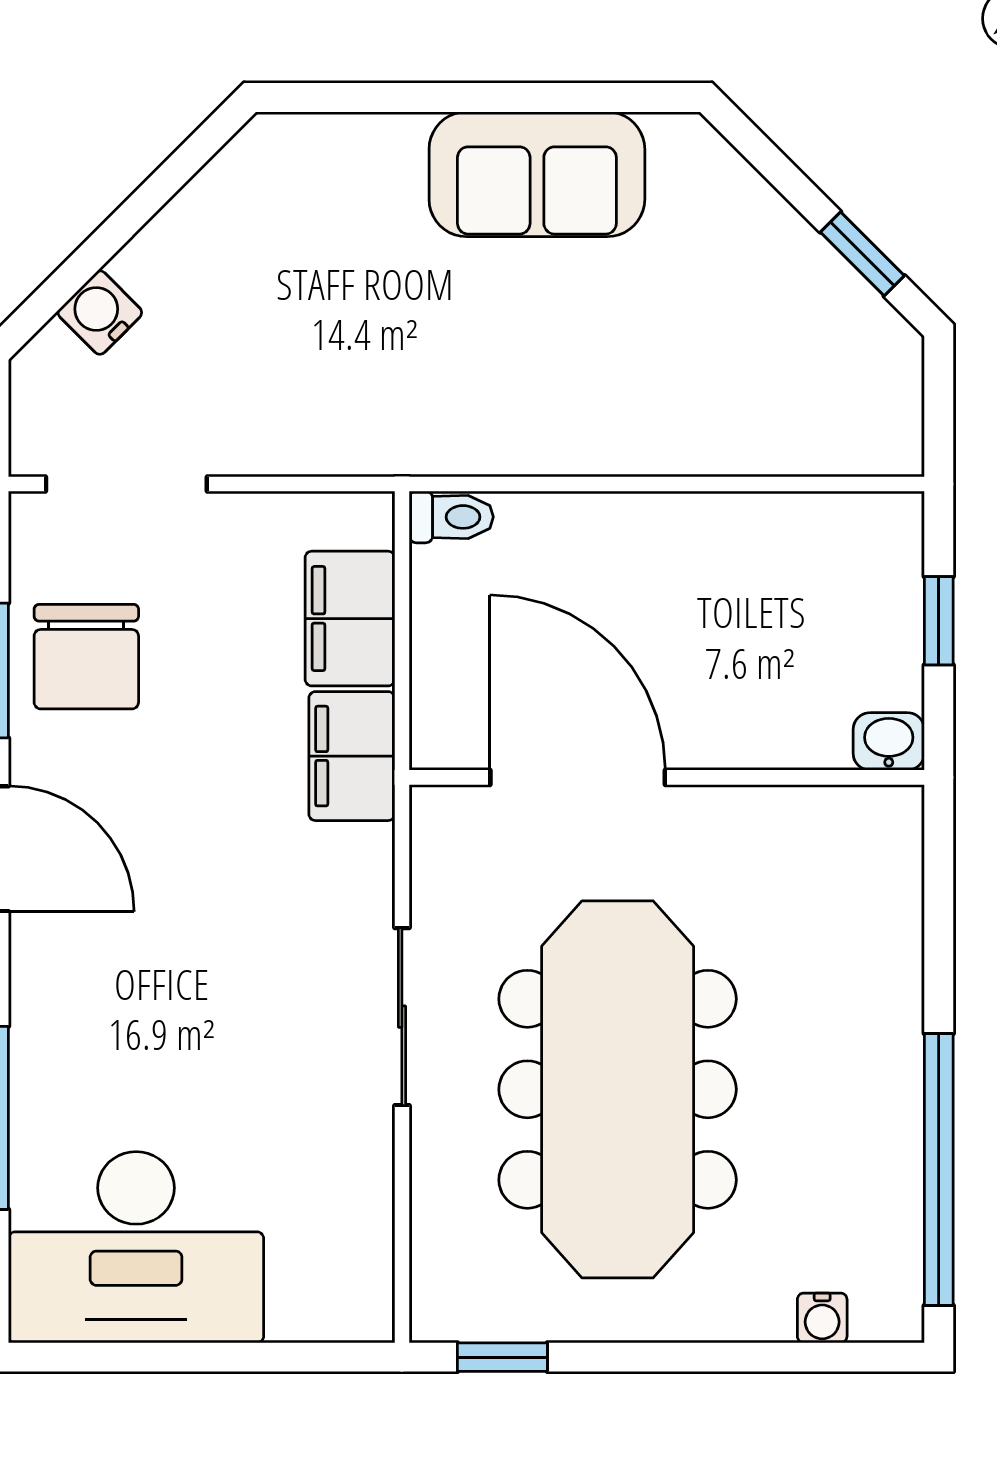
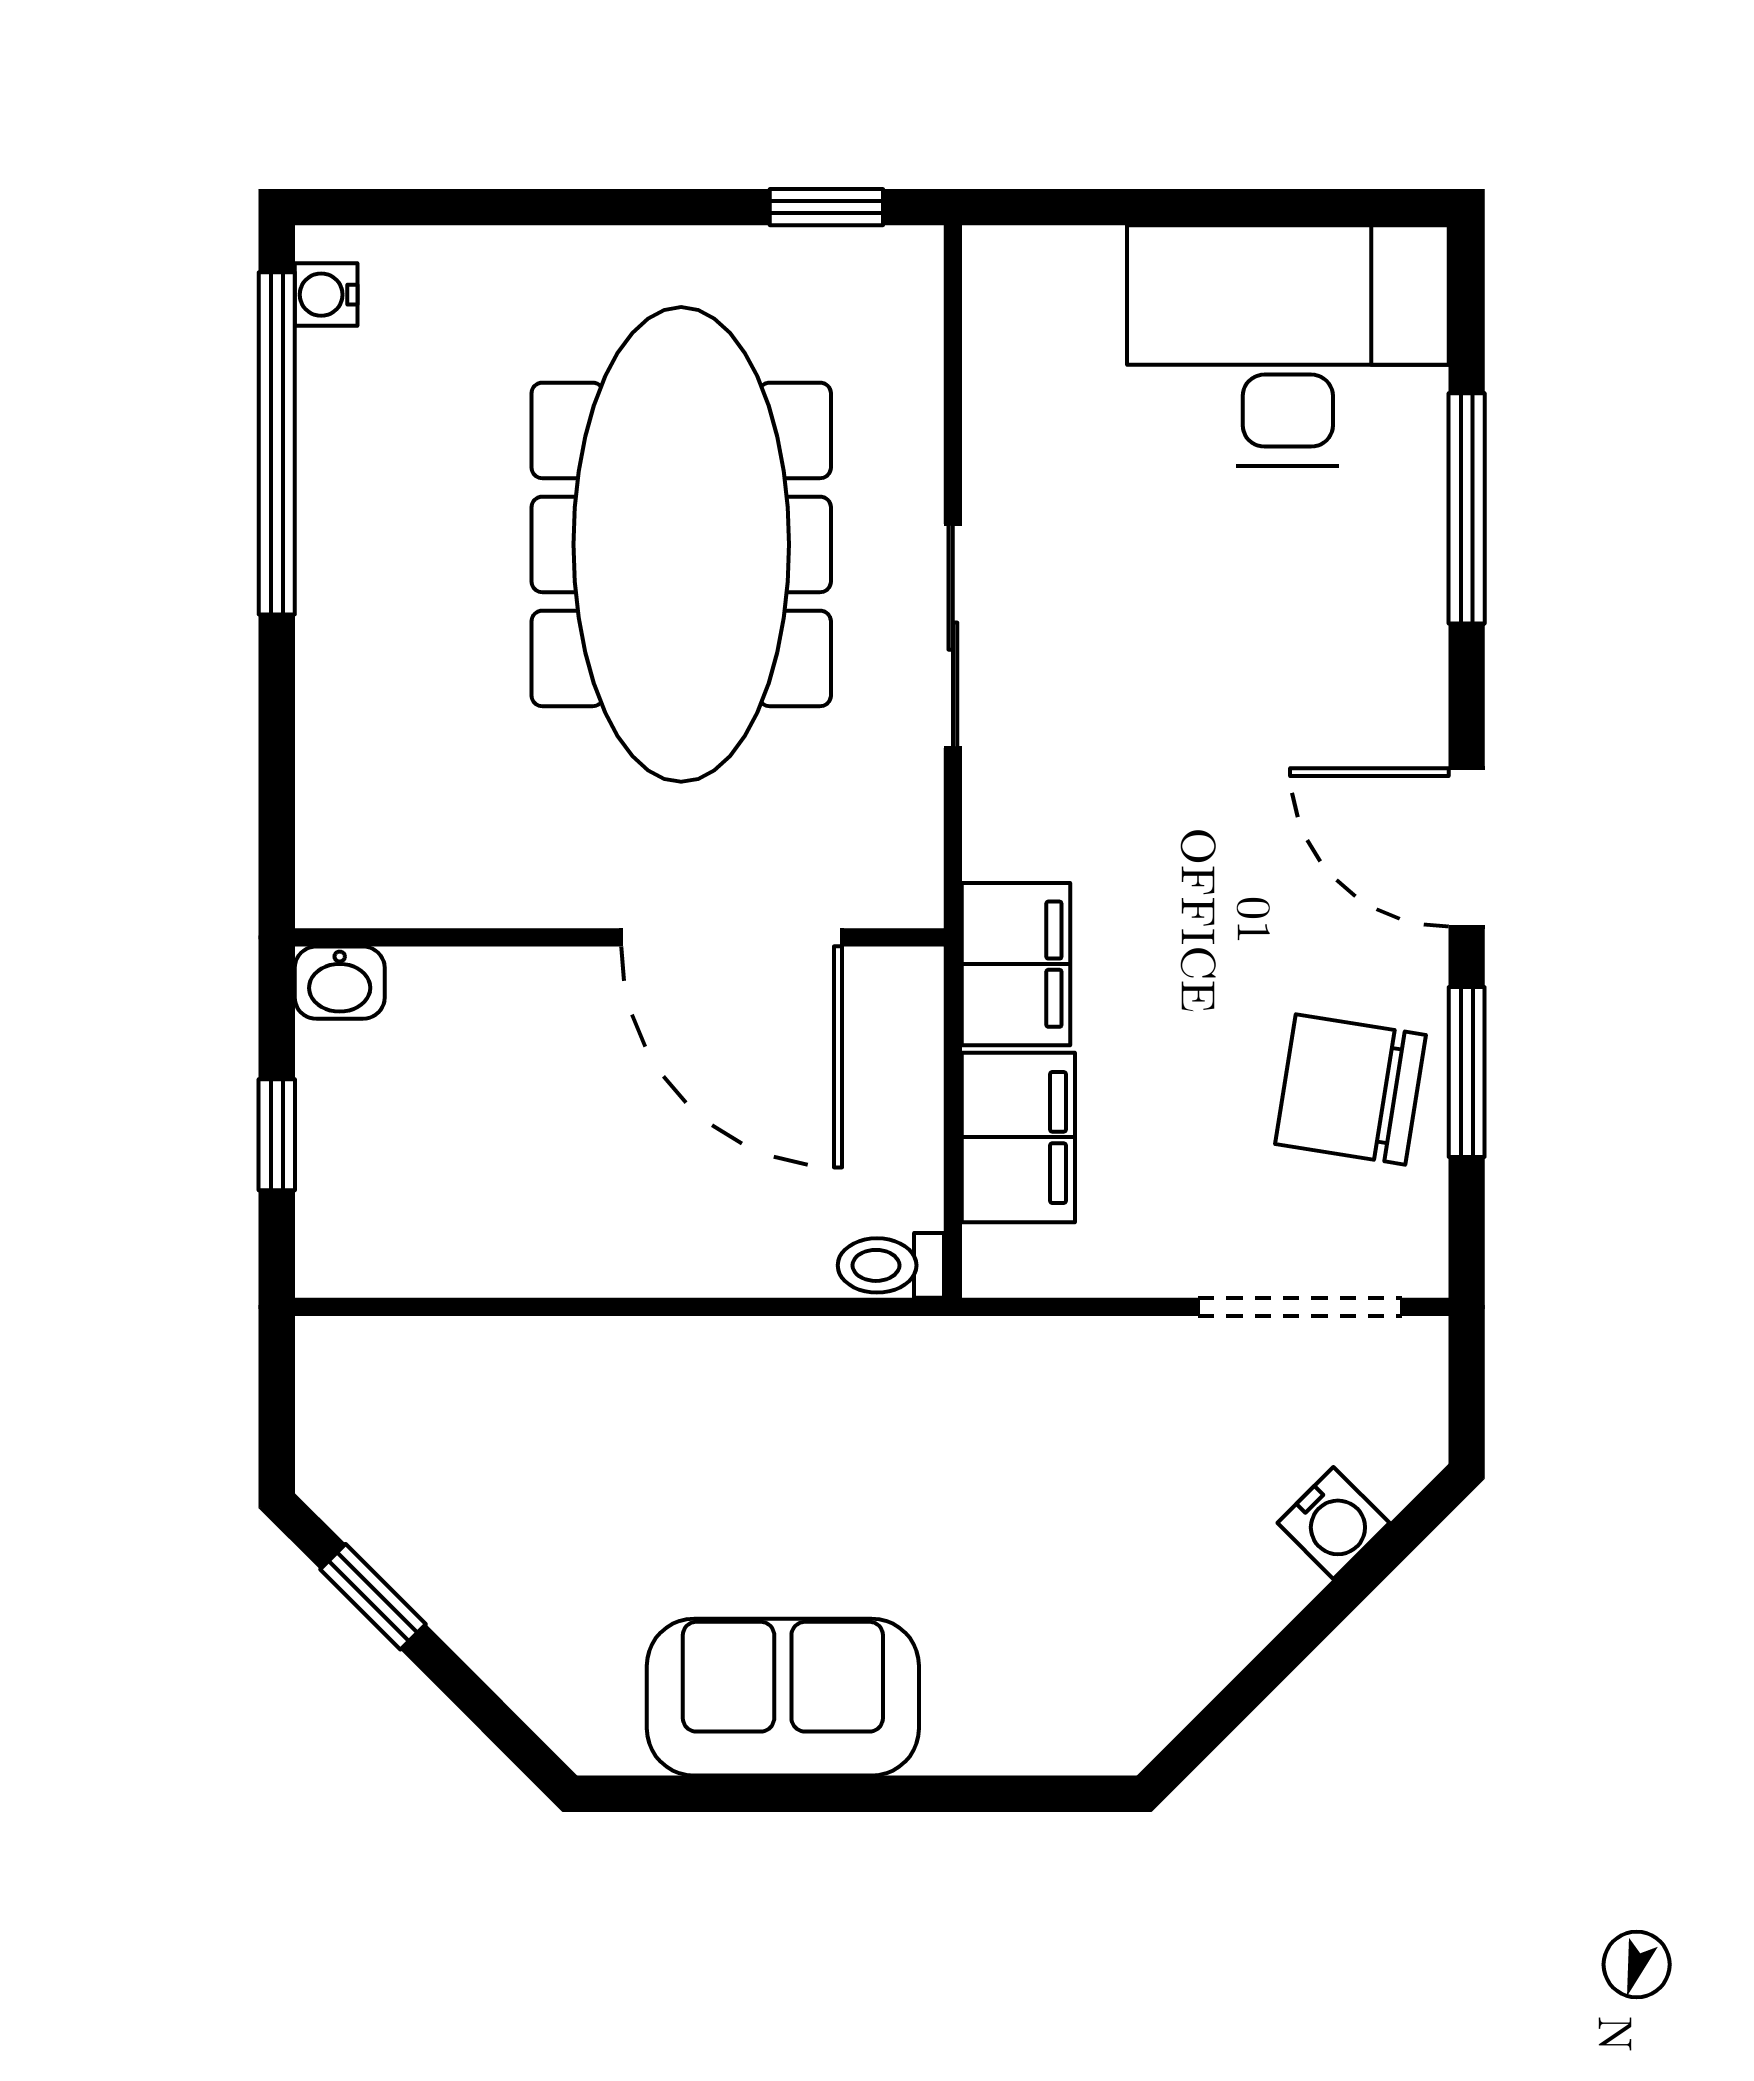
chair: (86, 657) -> (1350, 1089), turned -81
water cooler: (822, 1318) -> (326, 295), moved, turned -90

